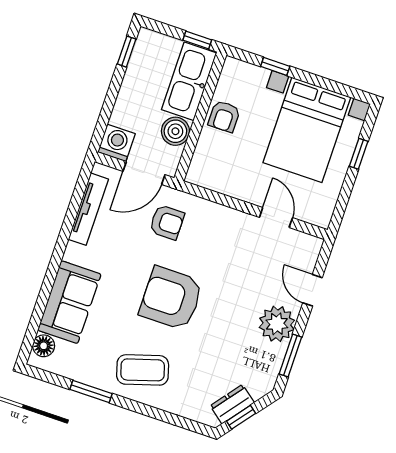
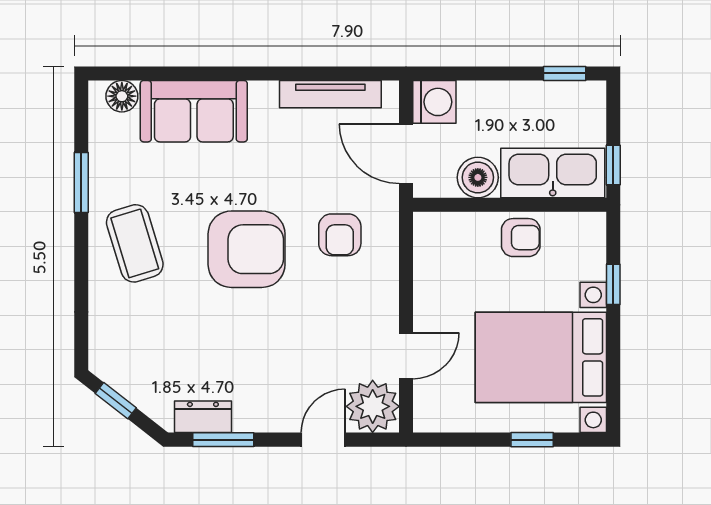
armchair: (224, 116) -> (521, 238), turned 180
armchair: (167, 222) -> (340, 235), moved
armchair: (171, 298) -> (247, 249), turned 90
plant: (277, 324) -> (373, 406), moved
dresser: (232, 404) -> (203, 417), moved, turned -38

